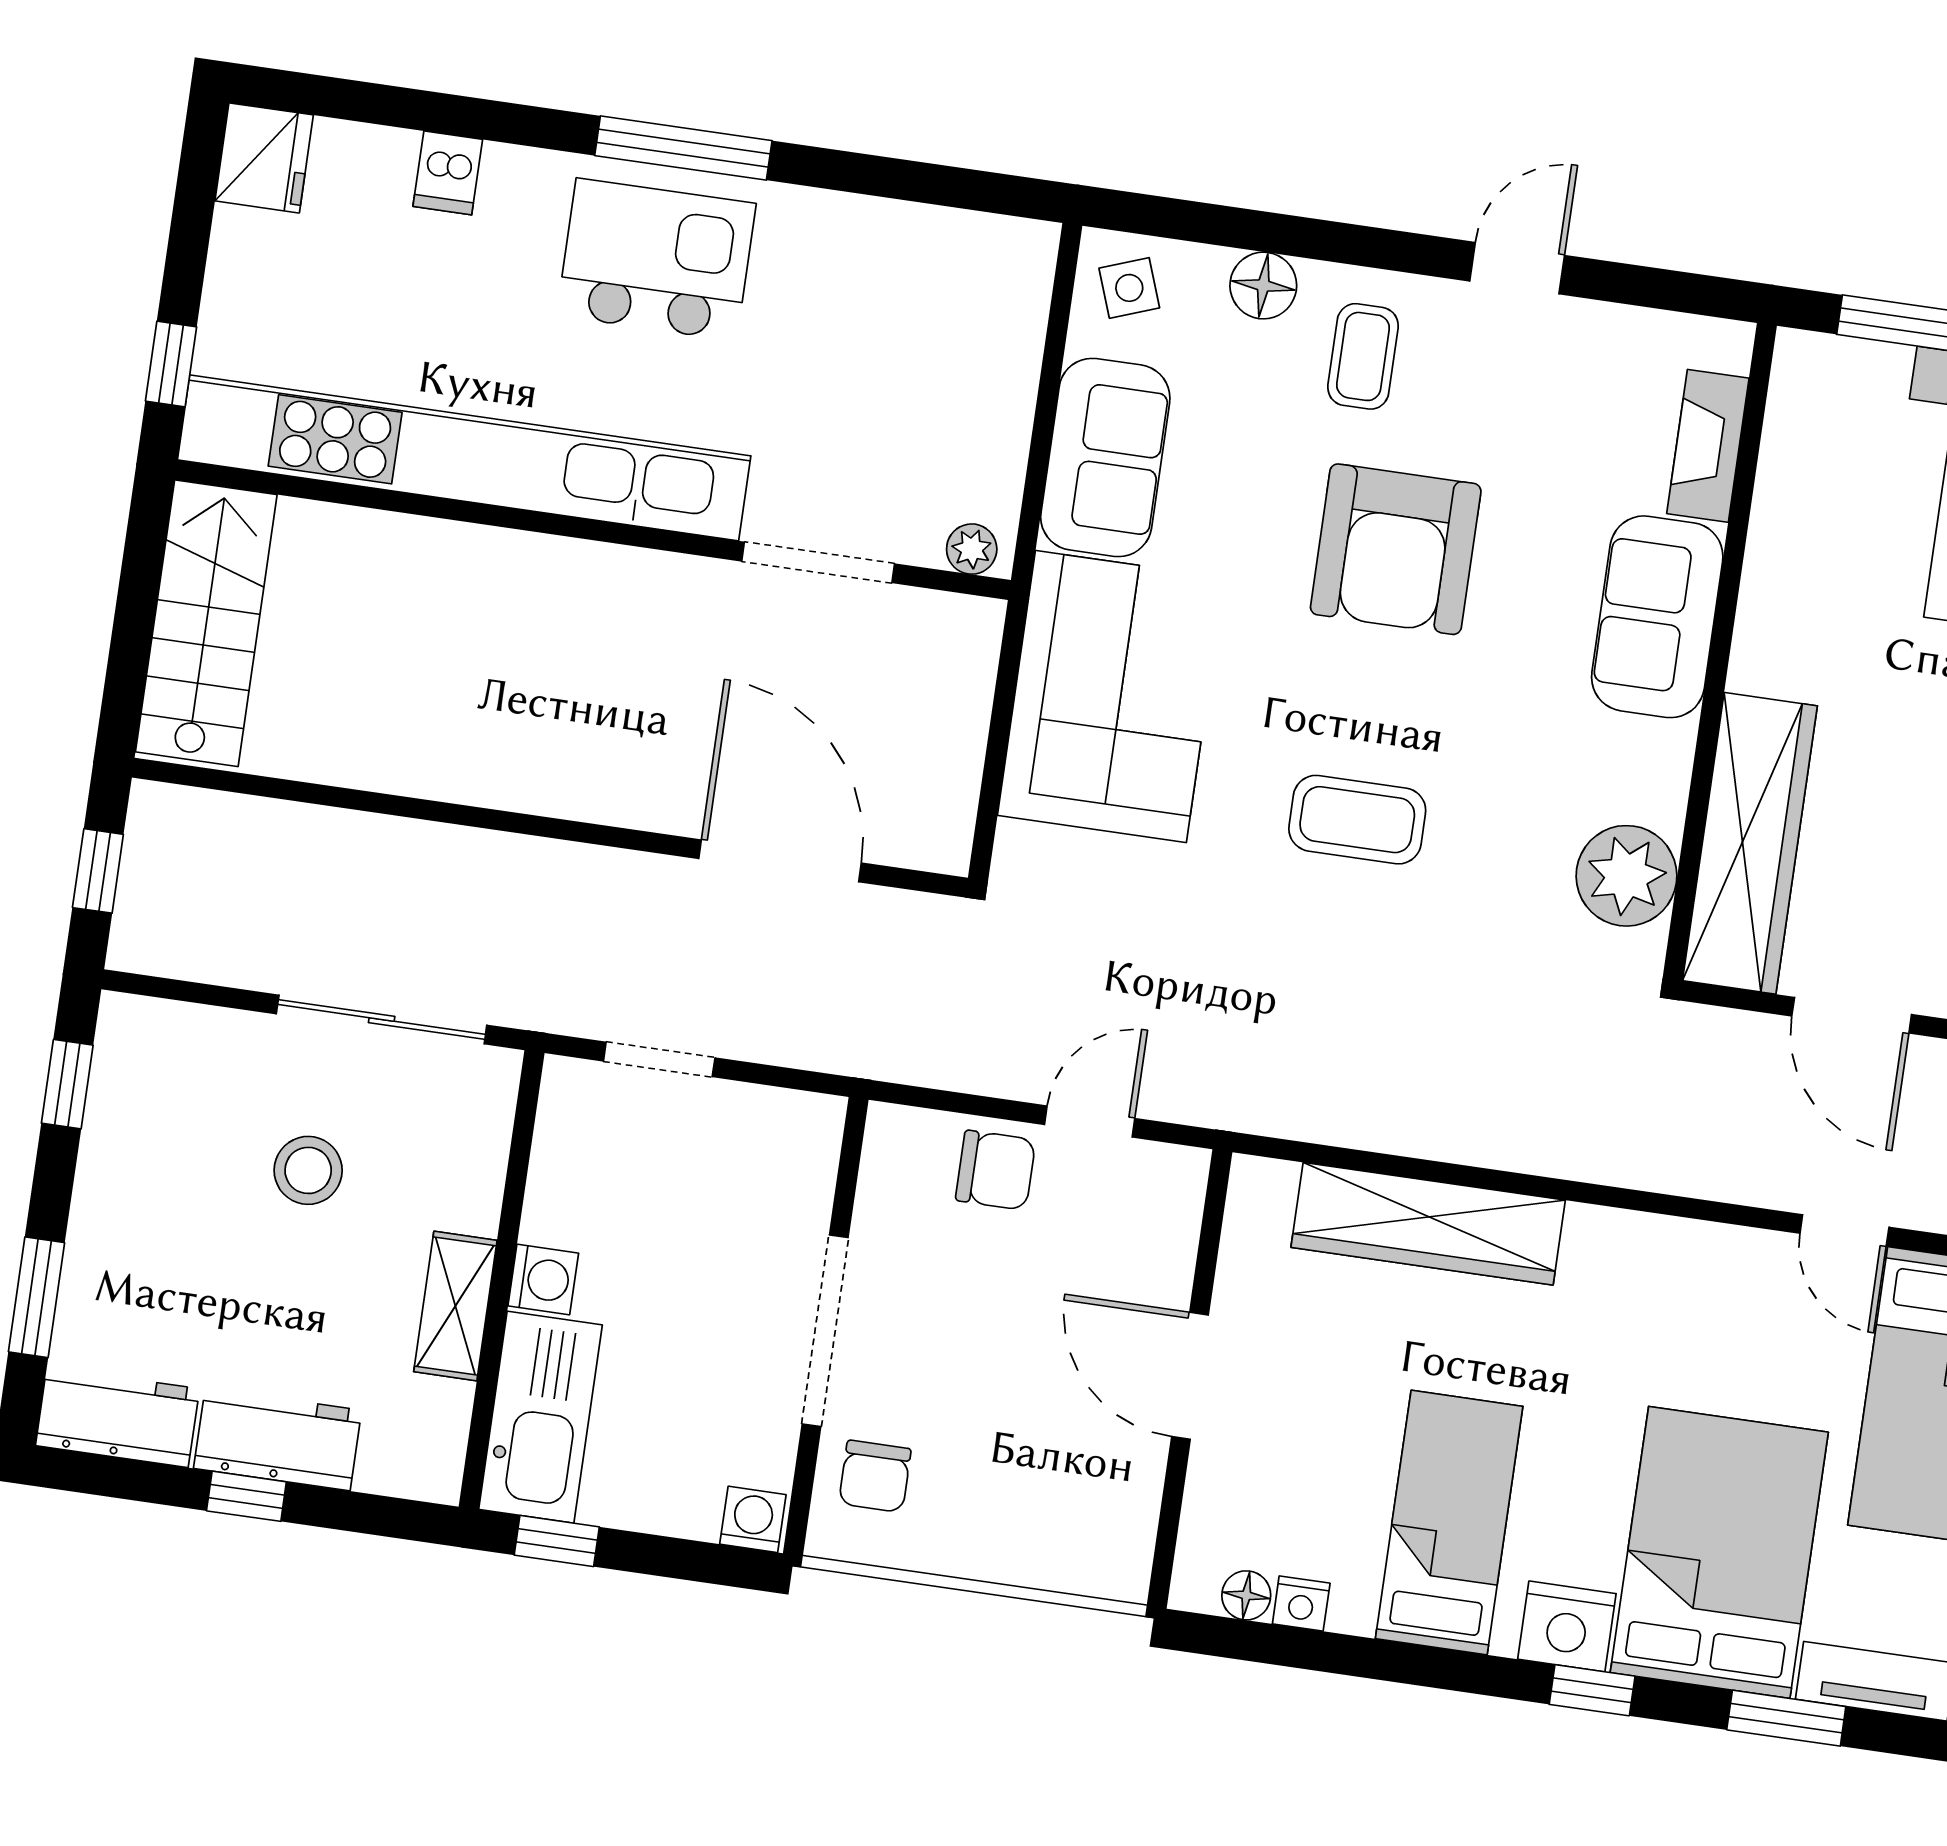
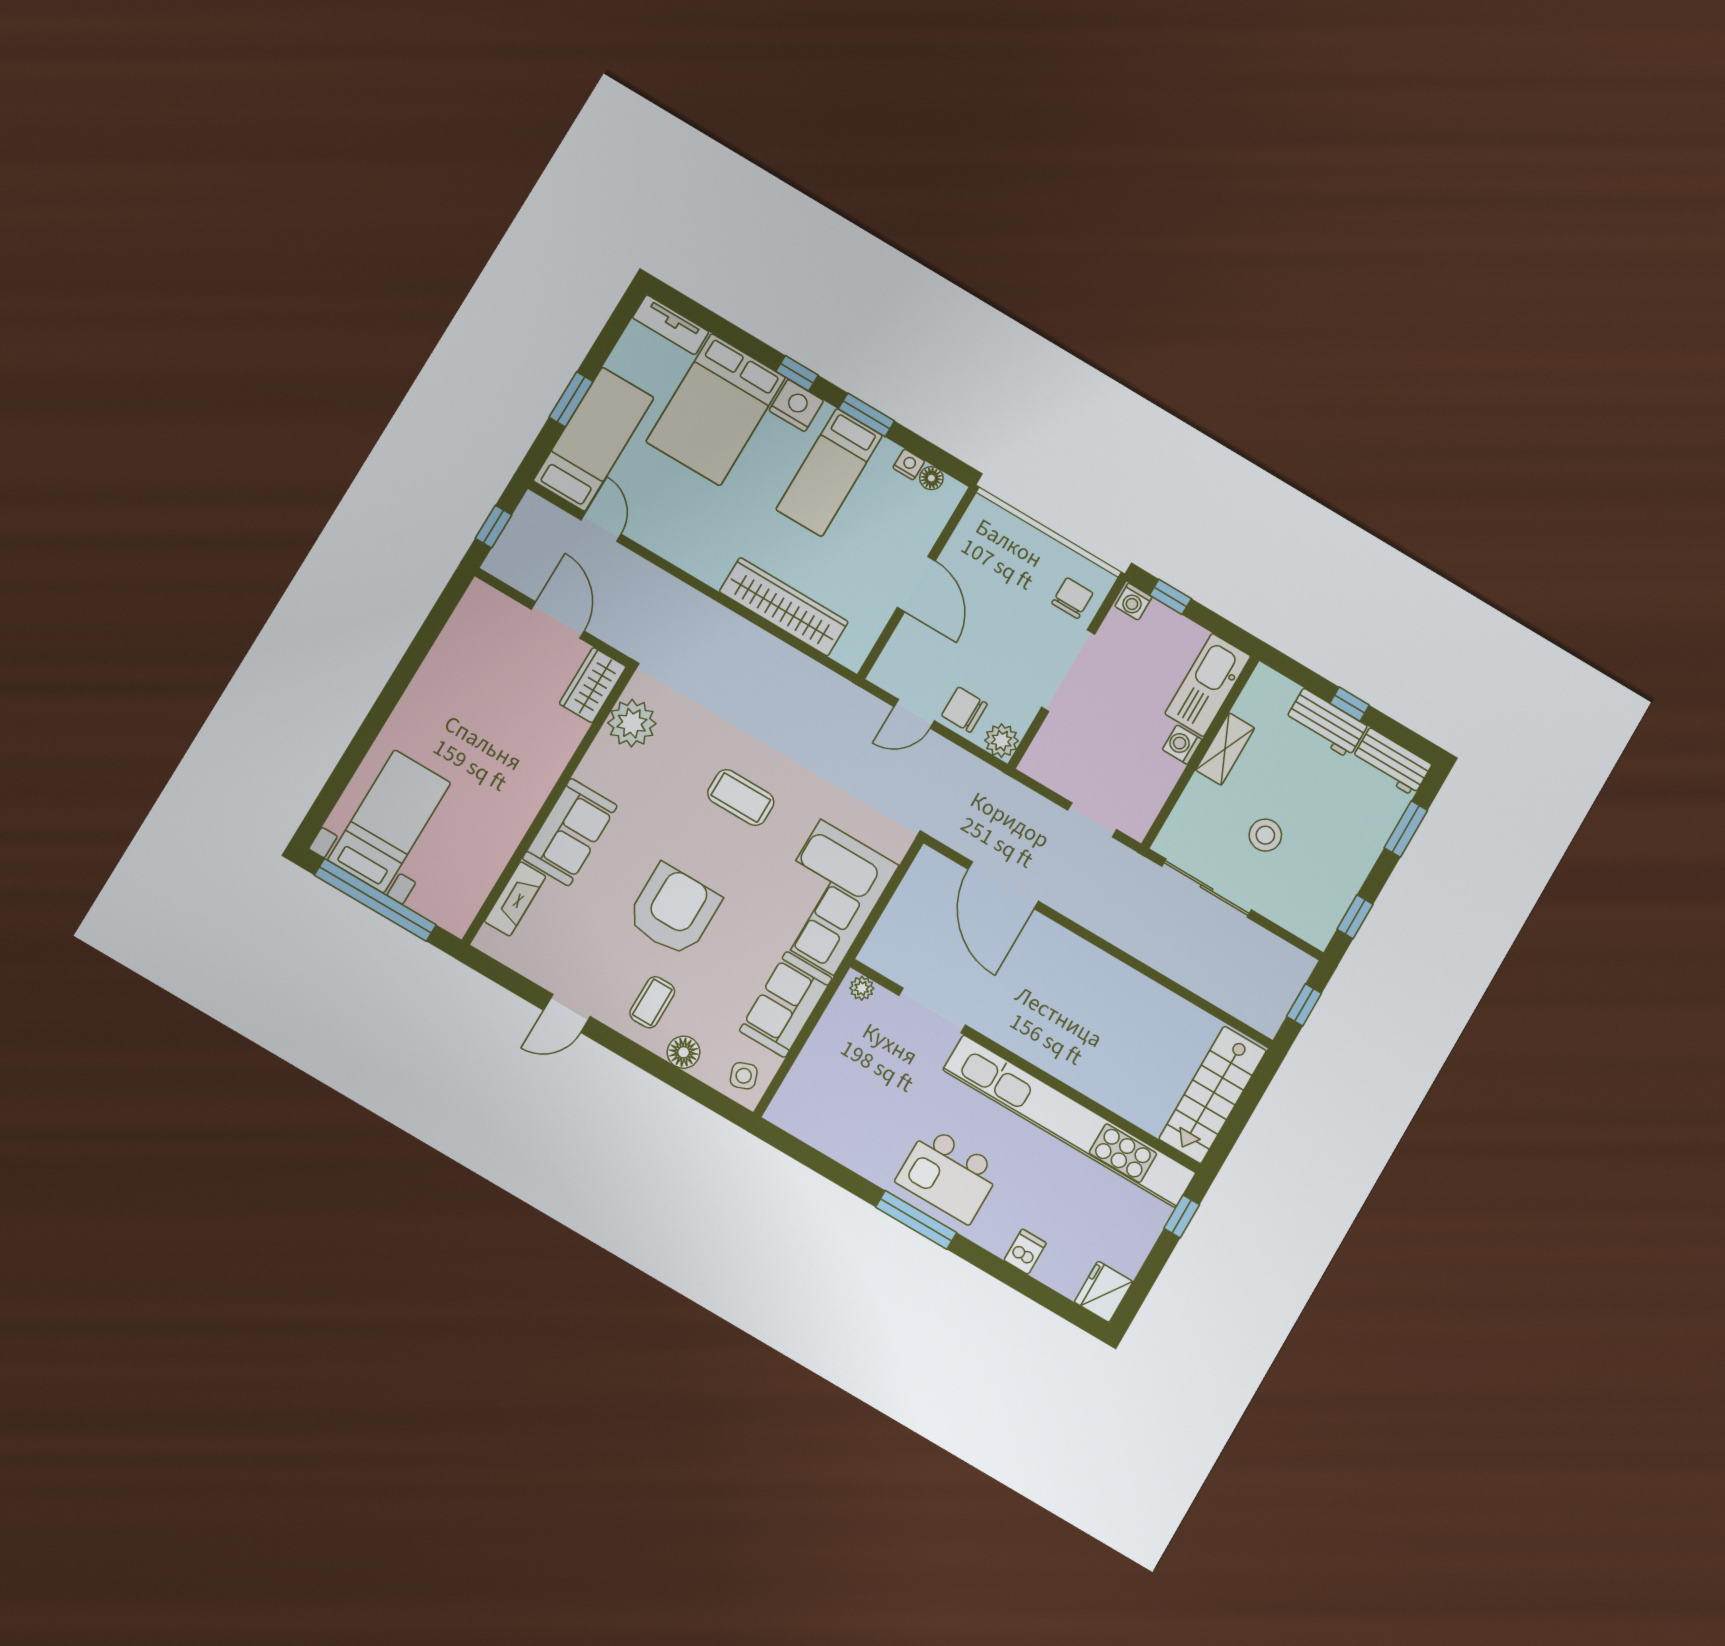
wardrobe: (1750, 843) -> (593, 685), width x0.48, depth x0.85
plant: (899, 1140) -> (1002, 741), added
window: (557, 1541) -> (1170, 597), moved
window: (1786, 1718) -> (866, 415), moved

